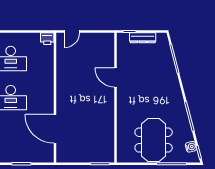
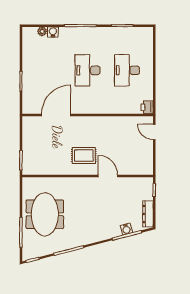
dresser: (143, 38) -> (148, 214), moved
door: (115, 77) -> (108, 176), hinge flipped
rug: (95, 101) -> (84, 155), added
meeting table: (154, 140) -> (45, 214), turned 90
water cooler: (191, 147) -> (126, 229), moved

